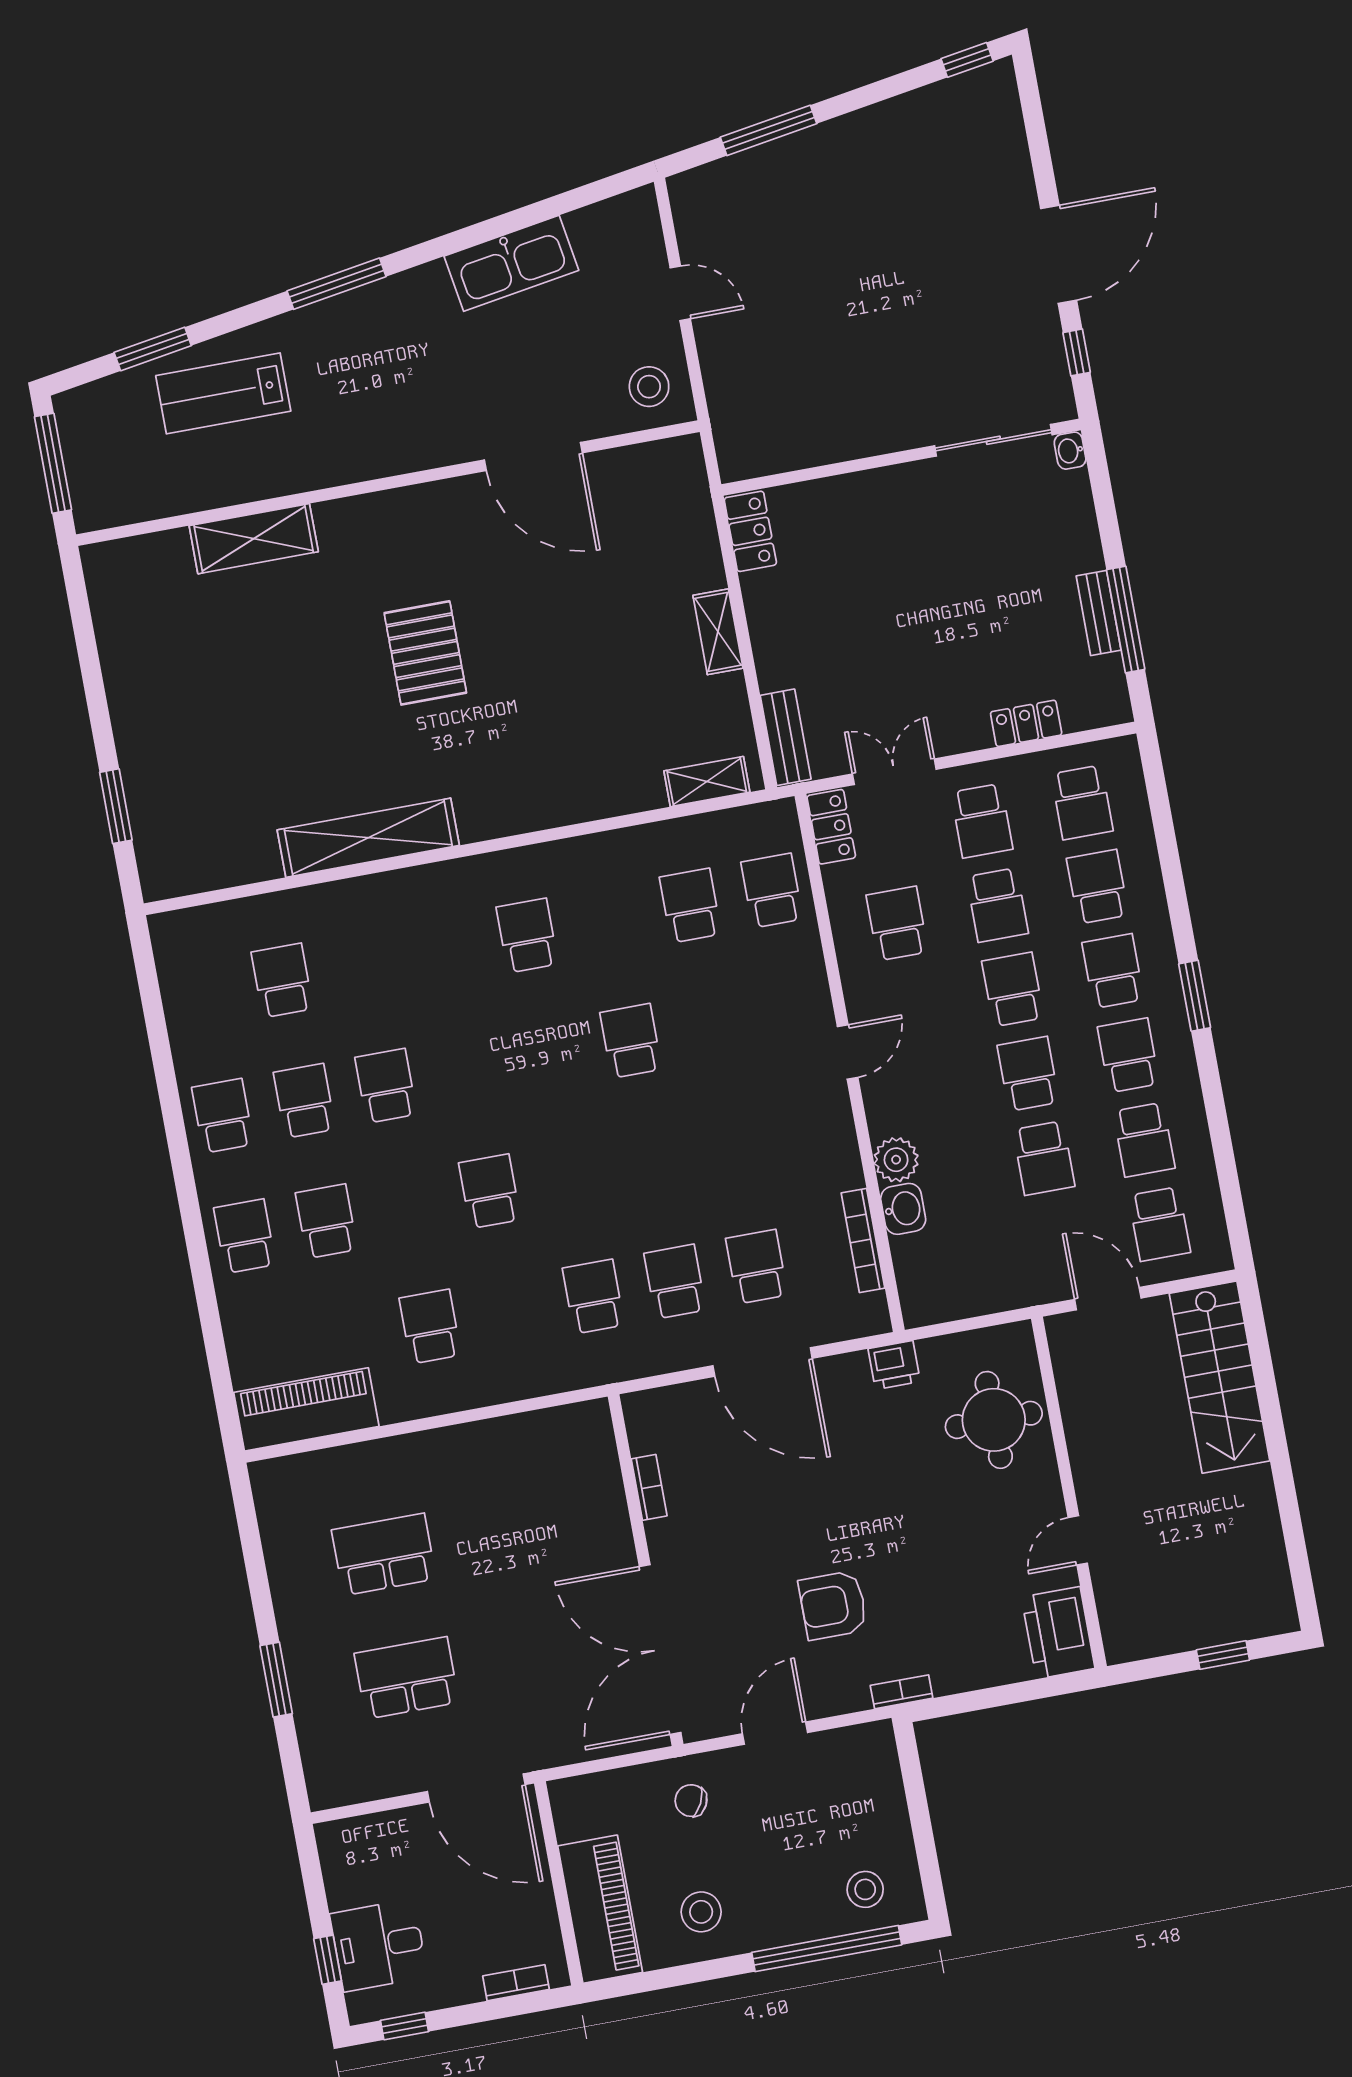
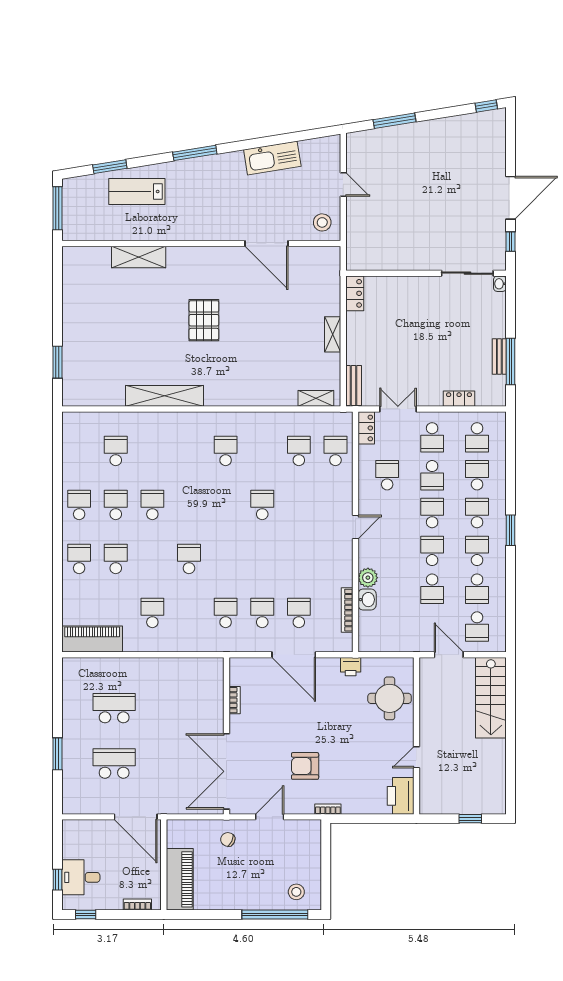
stool: (701, 1912) -> (223, 889), removed

